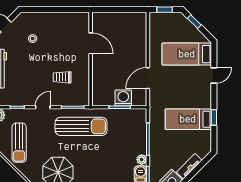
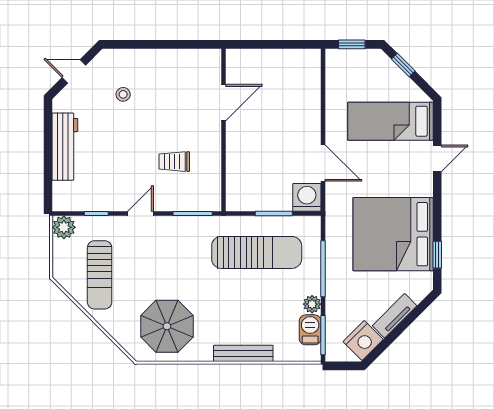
door: (91, 43) -> (224, 103), hinge flipped
door: (148, 78) -> (323, 163), swing flipped
washing machine: (123, 98) -> (307, 197), moved
window: (214, 117) -> (437, 255), moved
bed: (188, 119) -> (393, 234), width x2.04
sun lounger: (81, 126) -> (257, 252), moved

